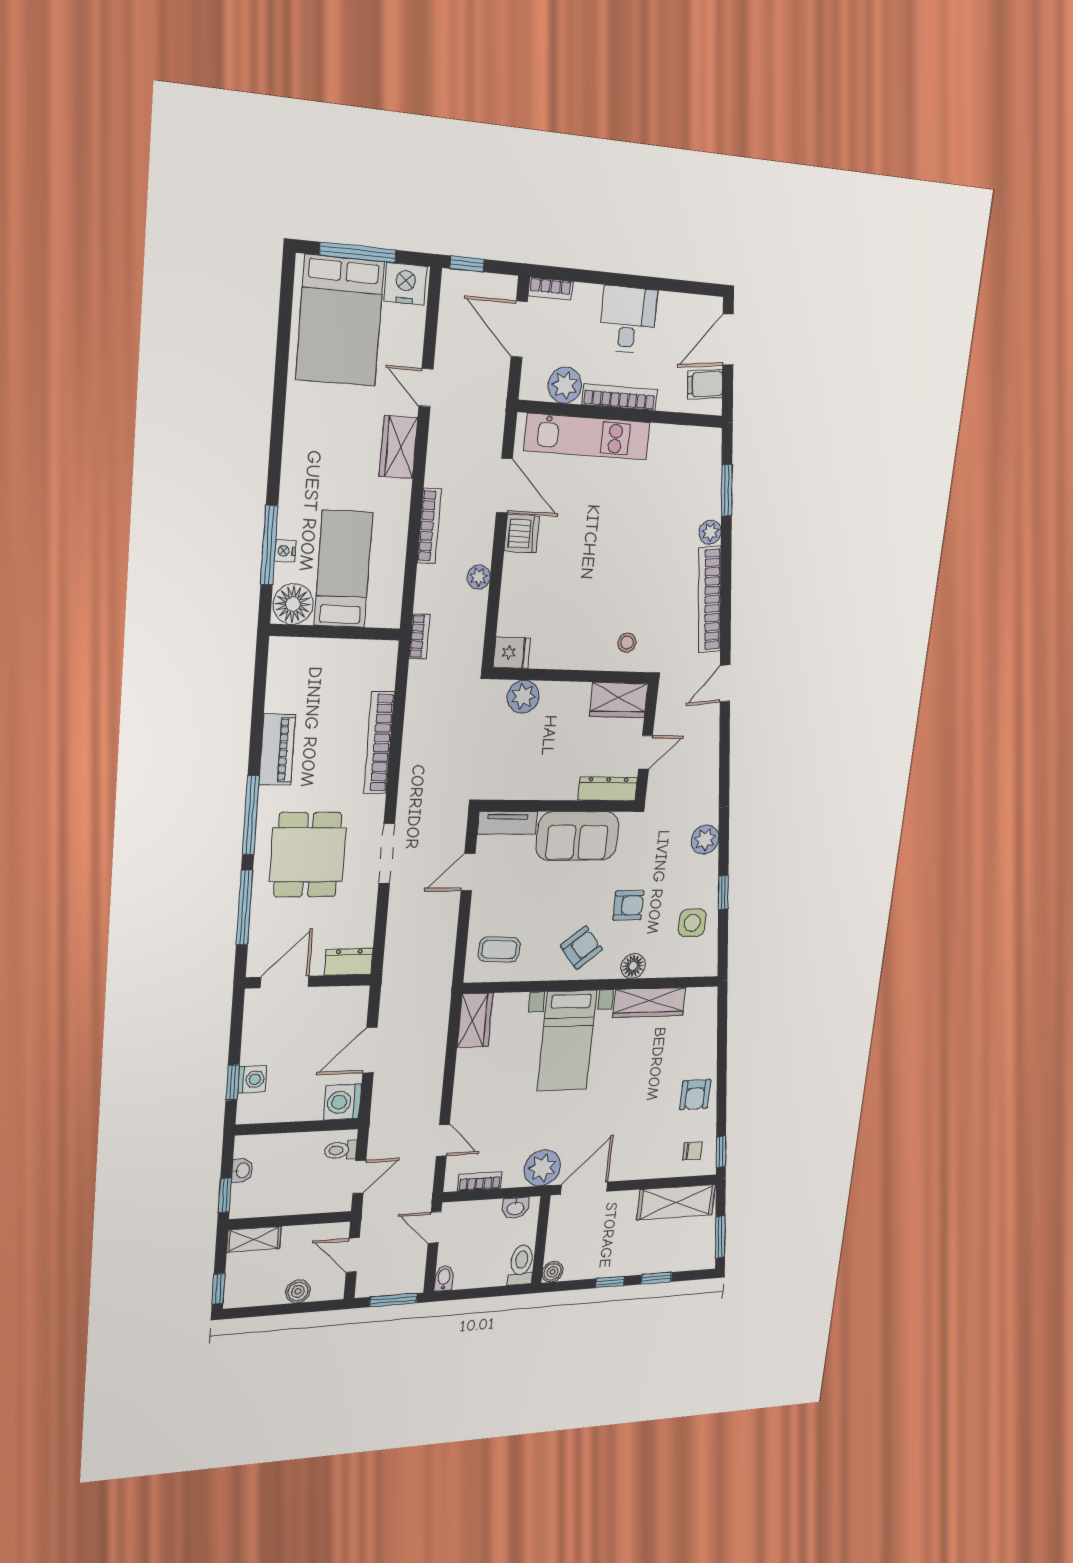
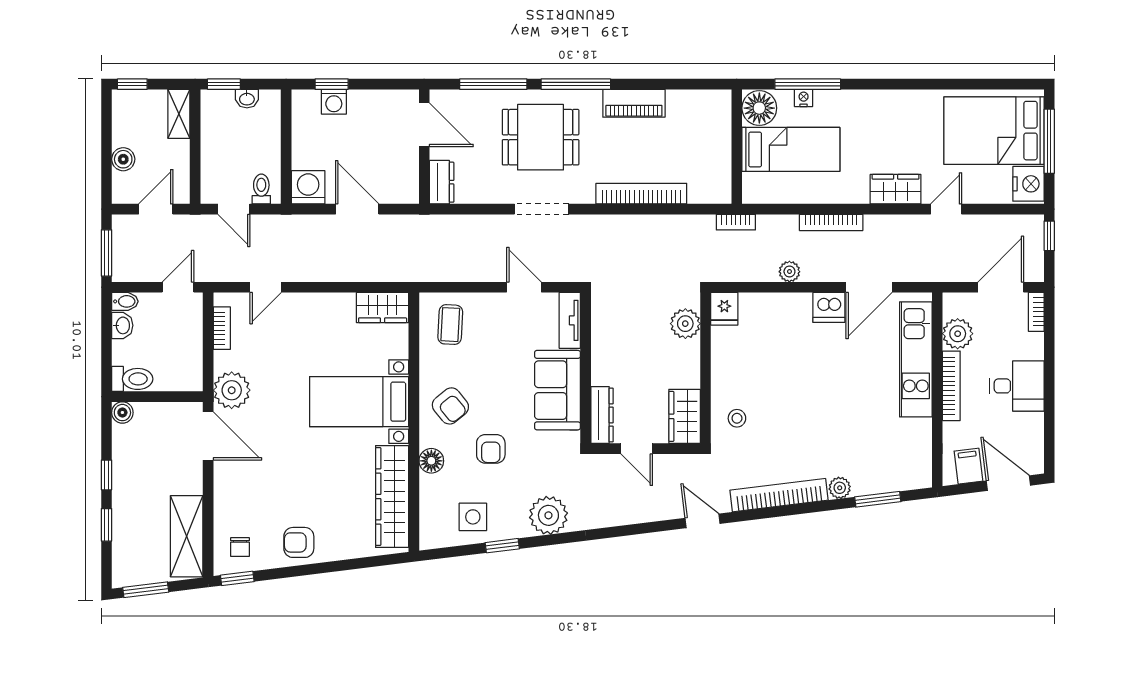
plant: (705, 839) -> (548, 515), width x1.36, depth x1.36
wardrobe: (649, 1002) -> (392, 496), width x1.40, depth x1.17
washbasin: (515, 1208) -> (122, 325), moved, turned 180

